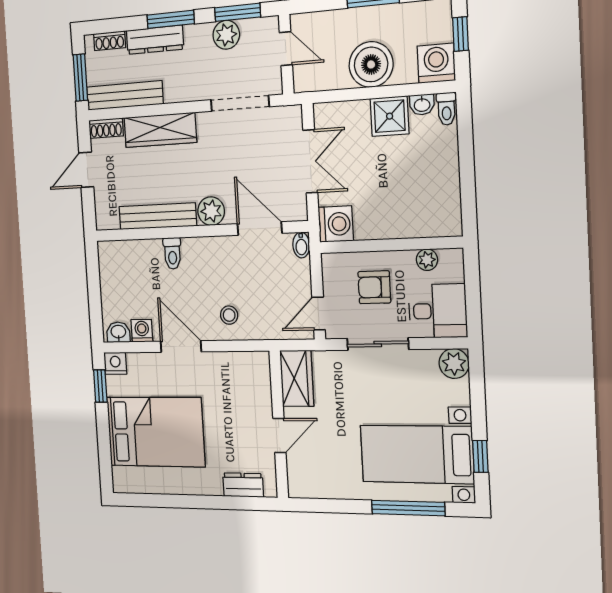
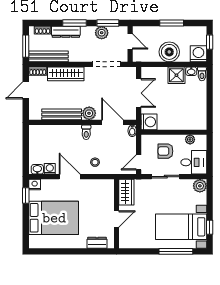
toilet: (172, 253) -> (86, 132), moved

